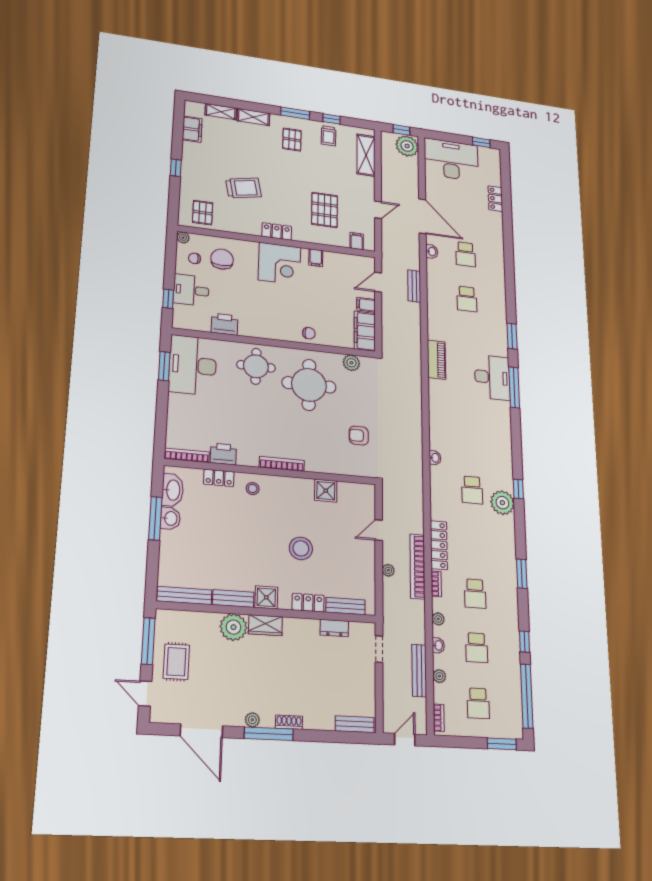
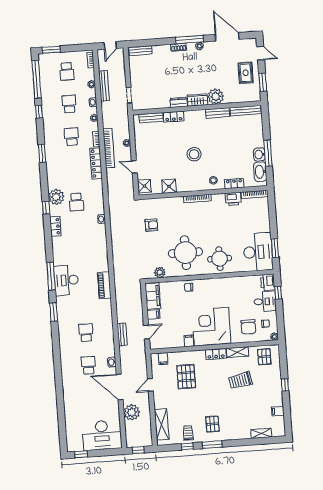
shelving: (253, 117) -> (237, 352), moved
filing cabinet: (192, 129) -> (278, 411), width x0.50
plant: (407, 146) -> (132, 412), moved
locker: (495, 199) -> (55, 226), moved
corner desk: (279, 264) -> (211, 327), width x1.36, depth x1.36
printer: (224, 324) -> (268, 282), moved, turned 90
school desk: (472, 490) -> (76, 202), turned 180
door: (379, 530) -> (134, 167), swing flipped
stool: (301, 548) -> (194, 154), moved
shower: (266, 597) -> (144, 186), moved
dresser: (334, 628) -> (179, 102), moved
window: (148, 641) -> (263, 82), width x0.69
school desk: (478, 703) -> (67, 71), turned 180

